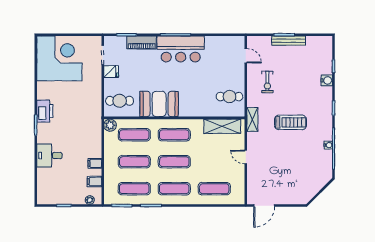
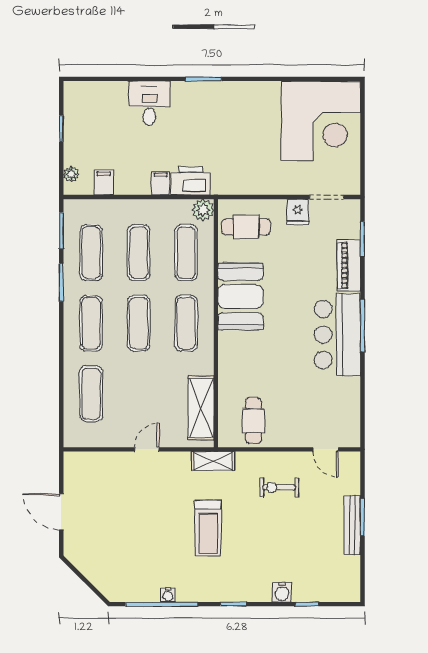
door: (246, 56) -> (326, 449), hinge flipped
cafe table: (120, 101) -> (246, 227), turned 90
printer: (45, 111) -> (191, 181), moved, turned 180
filing cabinet: (95, 163) -> (160, 183), moved
door: (264, 206) -> (61, 512), moved

